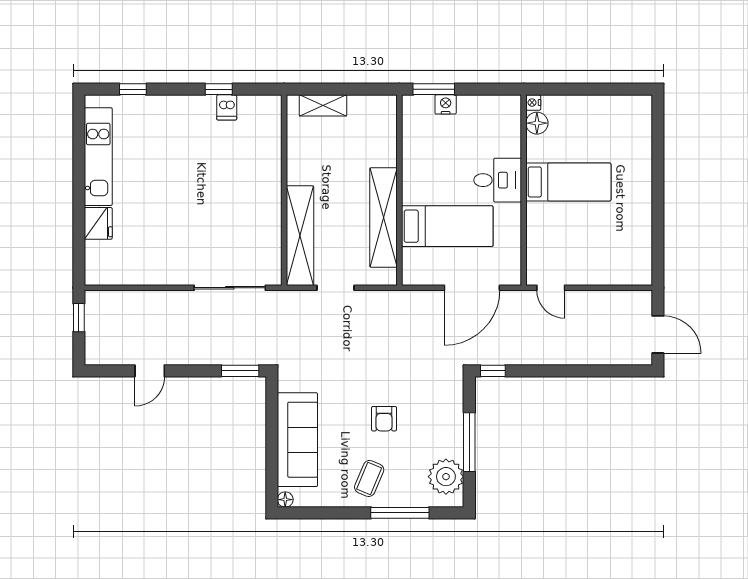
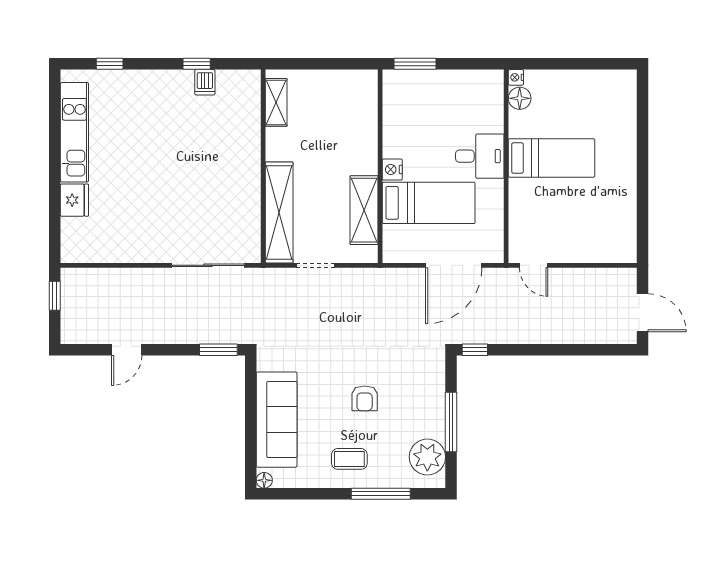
nightstand: (446, 104) -> (392, 170), moved, turned -90
shelving: (323, 105) -> (276, 102), moved, turned 90
shelving: (384, 217) -> (364, 210), width x0.68
coffee table: (369, 478) -> (349, 459), turned 67

